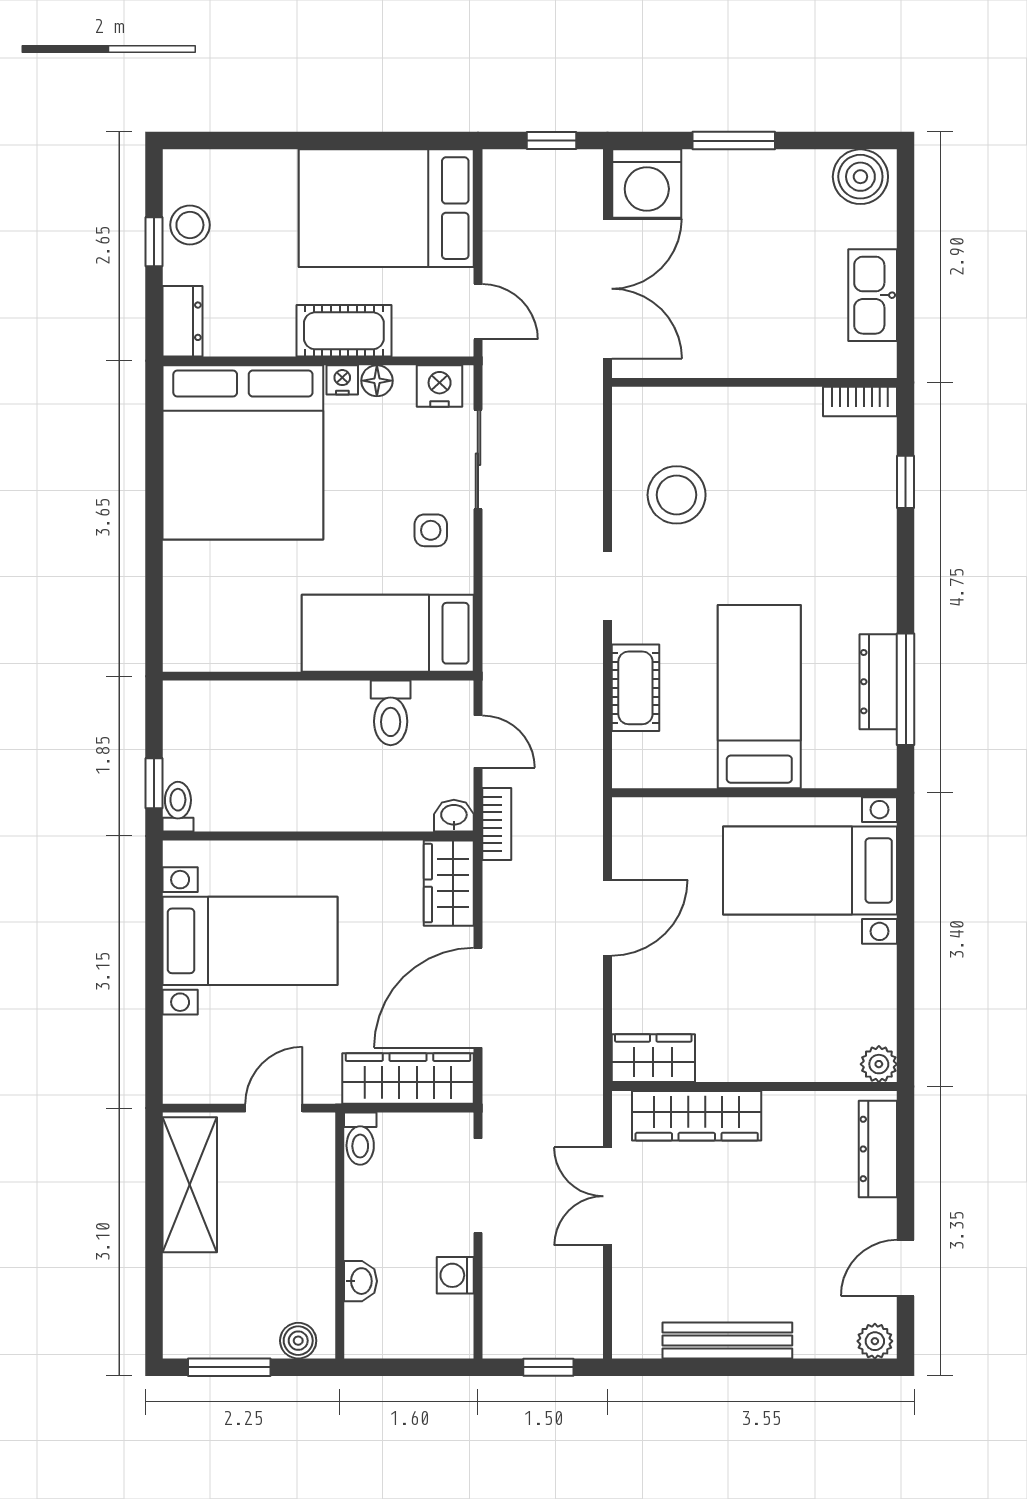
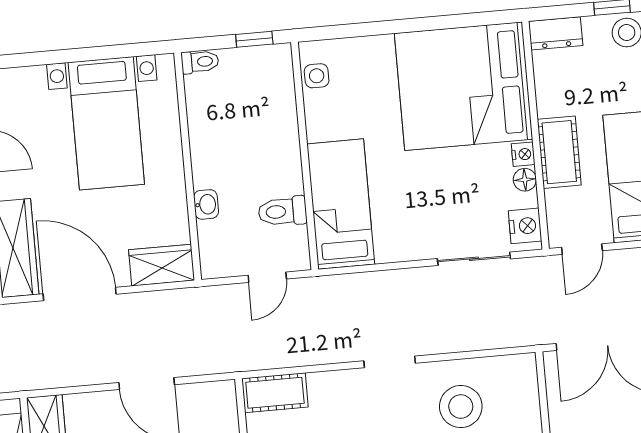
side table: (431, 530) -> (317, 76), moved
cot: (635, 688) -> (275, 393), moved
window: (154, 783) -> (254, 39), moved
washbasin: (454, 816) -> (206, 204), moved
bookcase: (497, 824) -> (208, 296), removed

